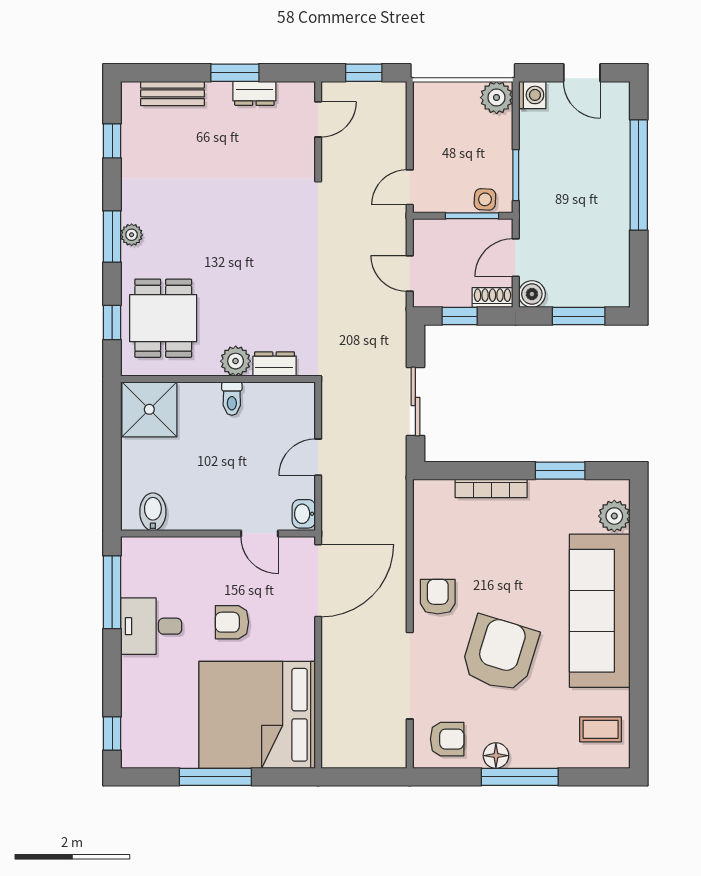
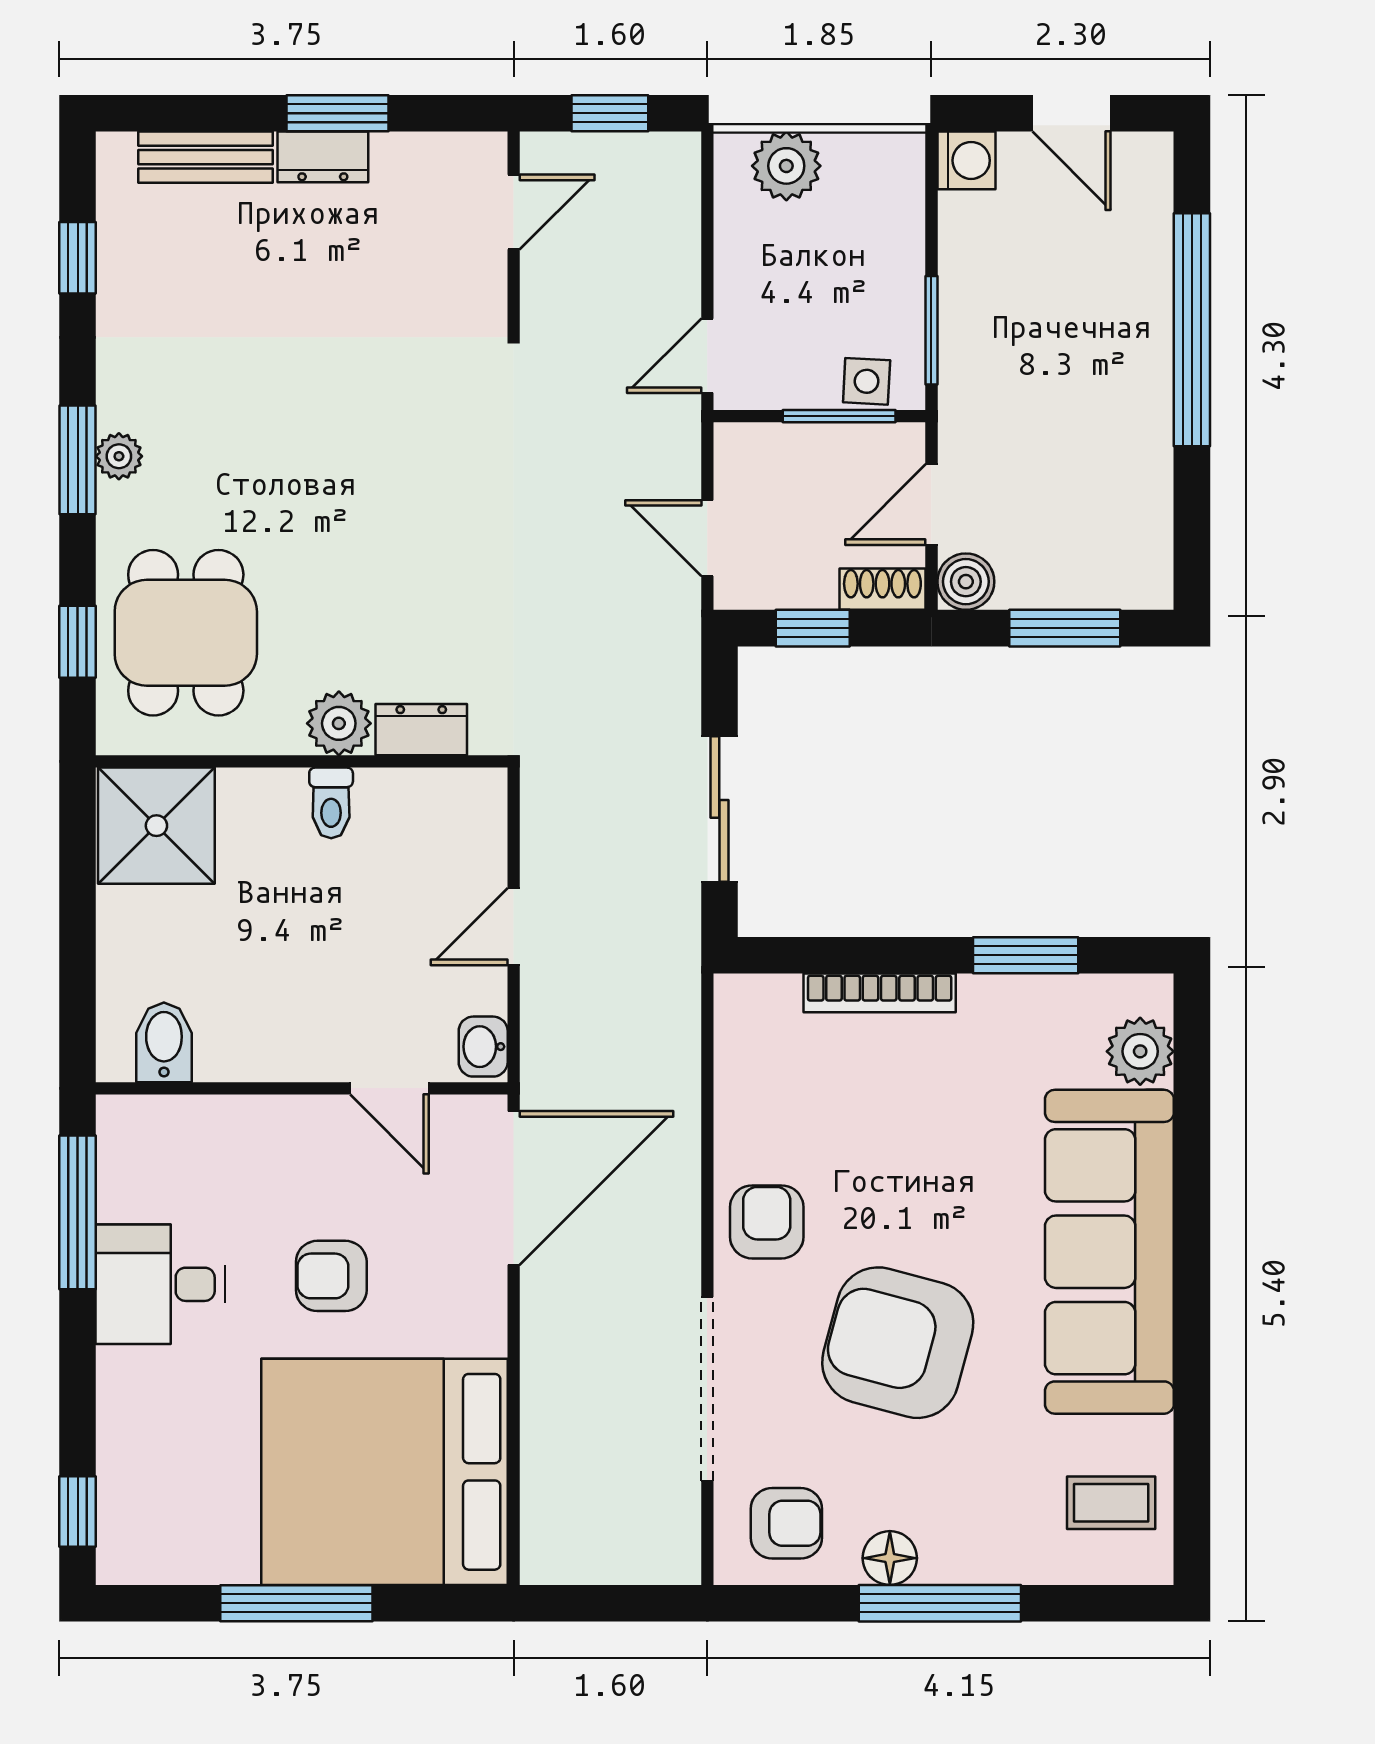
dresser: (254, 93) -> (323, 157), moved
plant: (497, 98) -> (786, 166), moved
armchair: (500, 654) -> (898, 1343), turned -92

